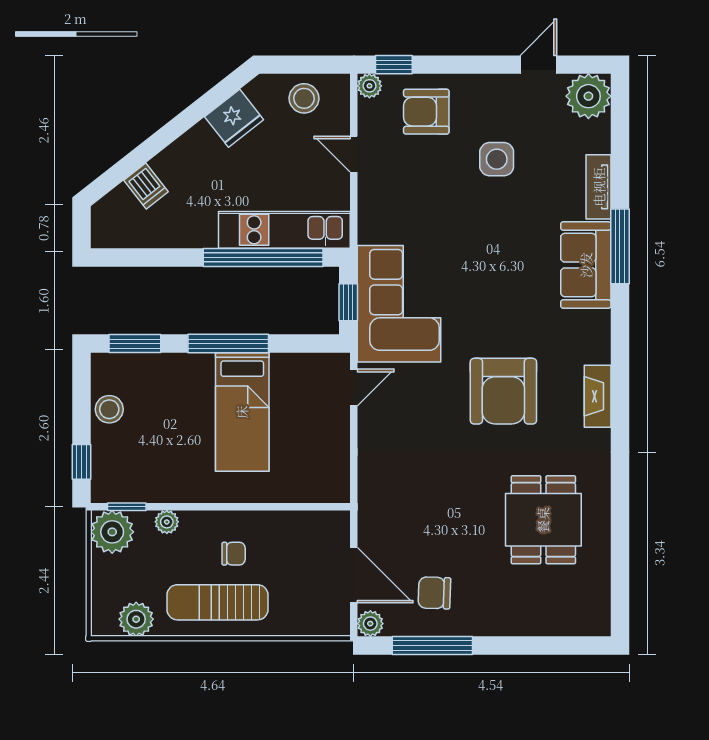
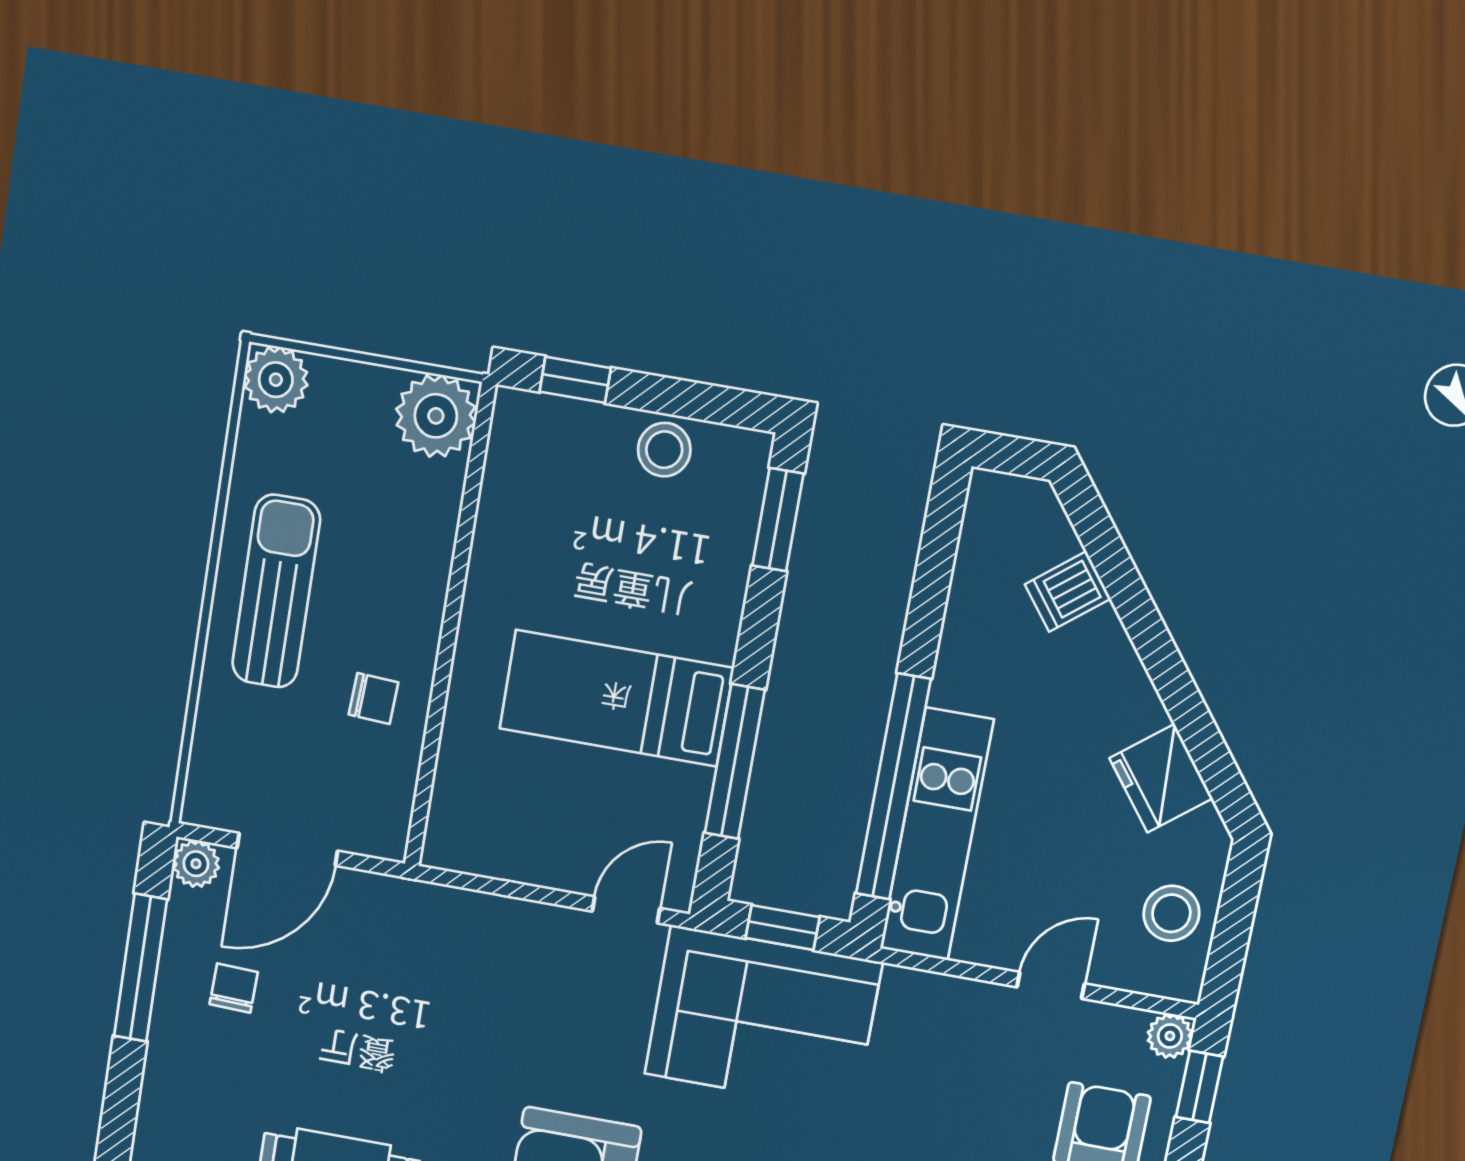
window: (228, 344) -> (735, 762), moved
door: (354, 388) -> (626, 910), swing flipped
window: (127, 507) -> (478, 452), removed
plant: (167, 522) -> (438, 522), removed
chair: (234, 554) -> (374, 698), moved, turned -87
chair: (434, 593) -> (234, 988), width x0.73, depth x0.73
plant: (136, 619) -> (276, 380), moved

